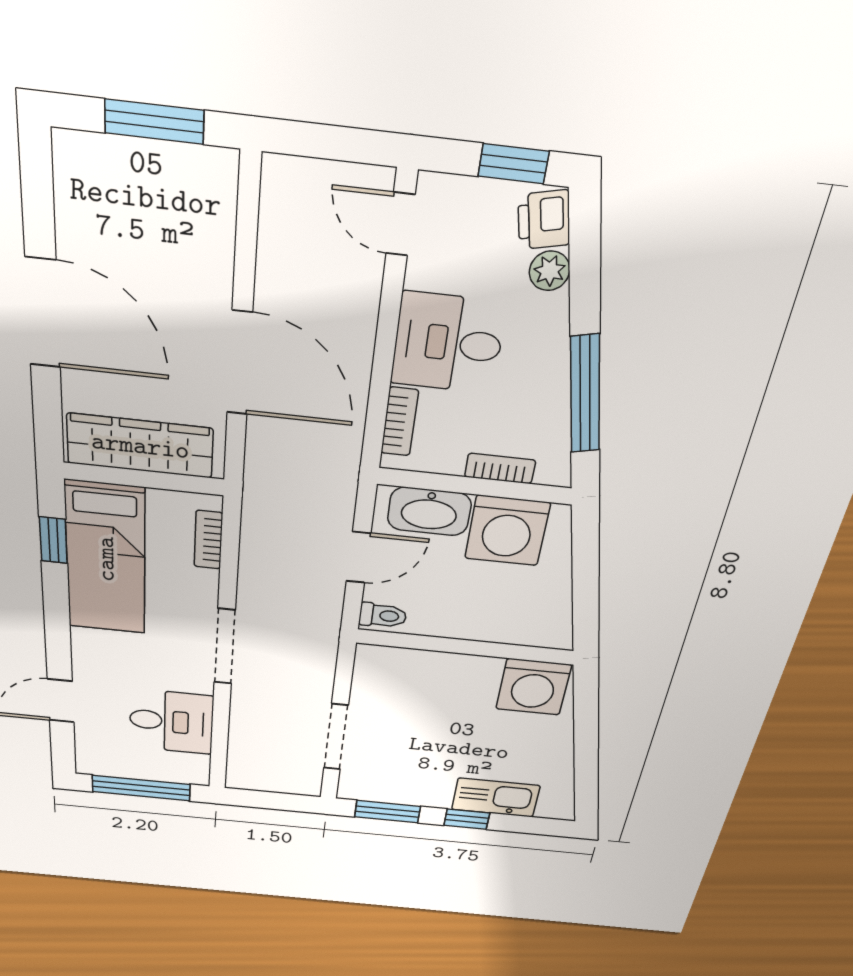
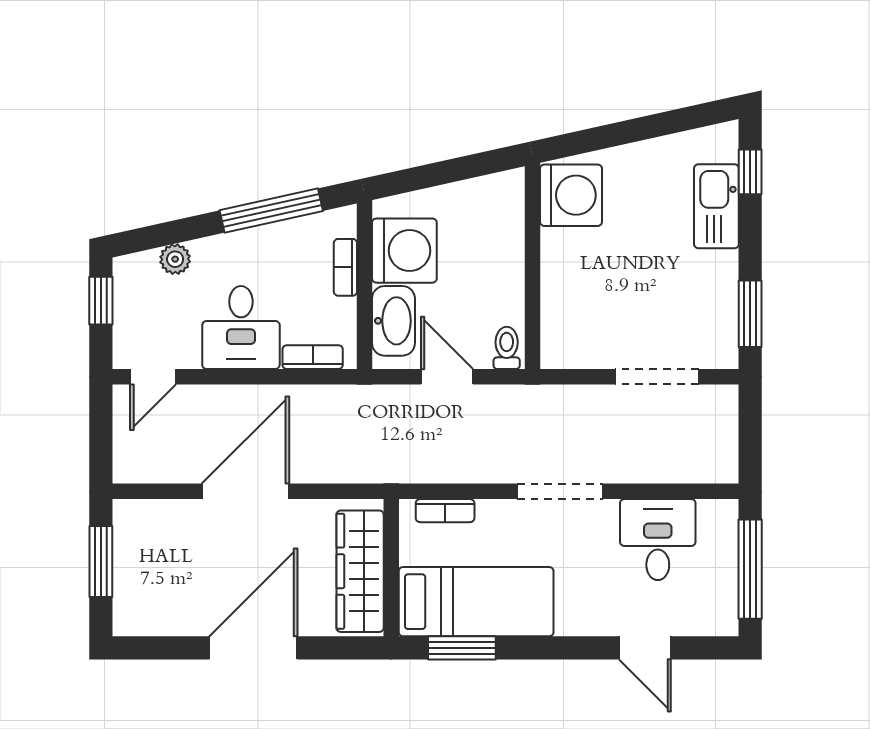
printer: (544, 220) -> (138, 271), removed
door: (240, 363) -> (245, 491), moved
window: (53, 540) -> (462, 648), width x1.50
window: (467, 819) -> (750, 172), moved

